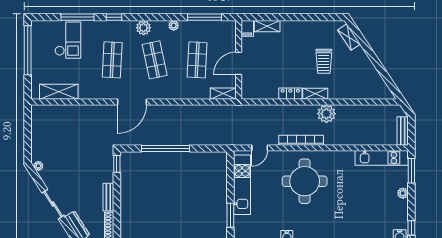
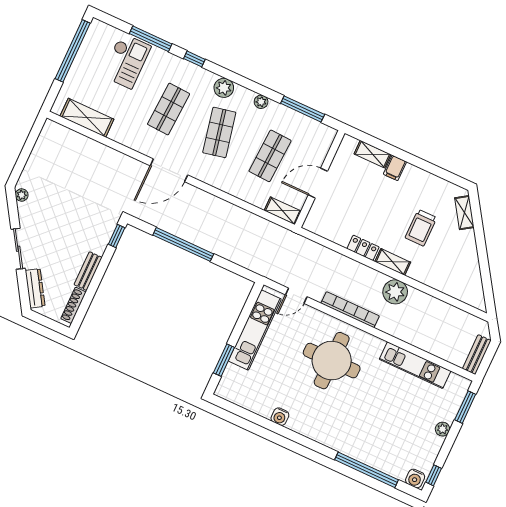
filing cabinet: (247, 28) -> (395, 168), moved
kitchen unit: (382, 158) -> (415, 365), moved

